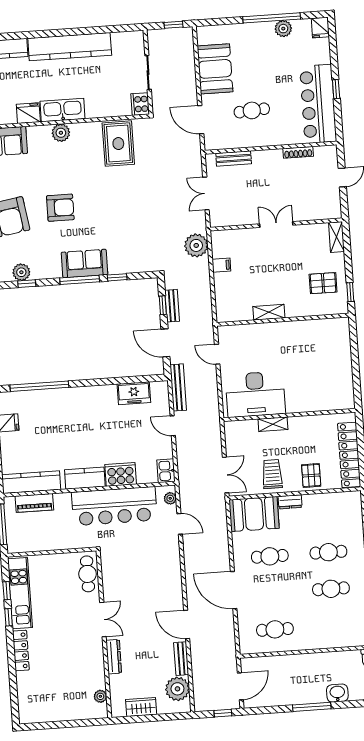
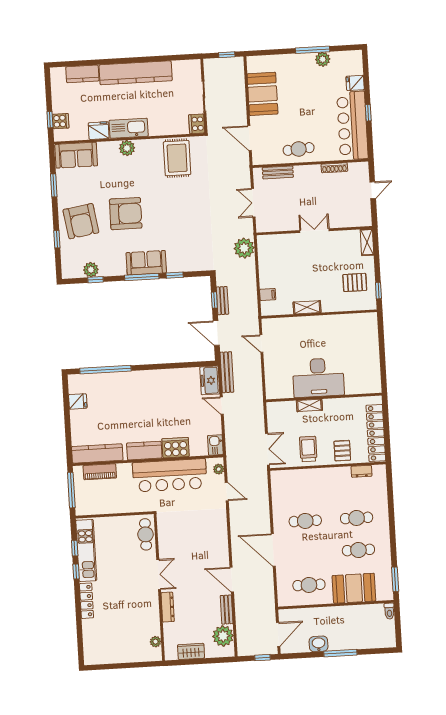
window: (272, 18) -> (313, 50), width x0.68
fridge: (320, 28) -> (355, 83), moved, turned 90
cafe table: (252, 110) -> (299, 149), moved
armchair: (60, 208) -> (126, 214), width x1.36, depth x1.36
filing cabinet: (221, 265) -> (268, 294), moved
freezer: (134, 393) -> (210, 380), moved, turned 90
desk: (255, 394) -> (318, 378), moved
dresser: (290, 502) -> (361, 471), moved
booth: (254, 514) -> (354, 588), moved
washbasin: (337, 693) -> (319, 644), moved

